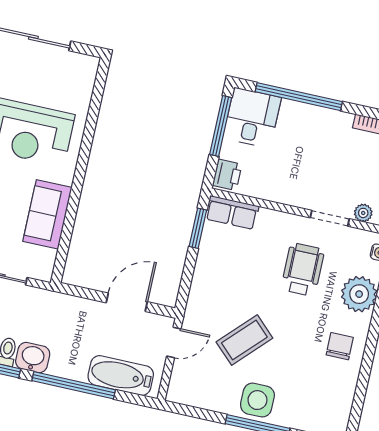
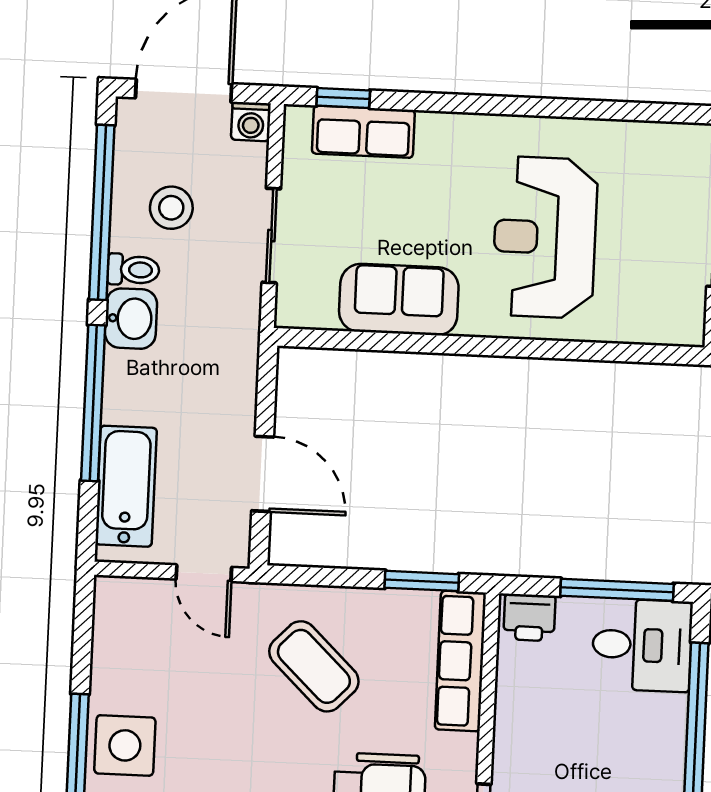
row of seats: (232, 213) -> (461, 661), width x1.48
coffee table: (244, 340) -> (314, 666), moved

